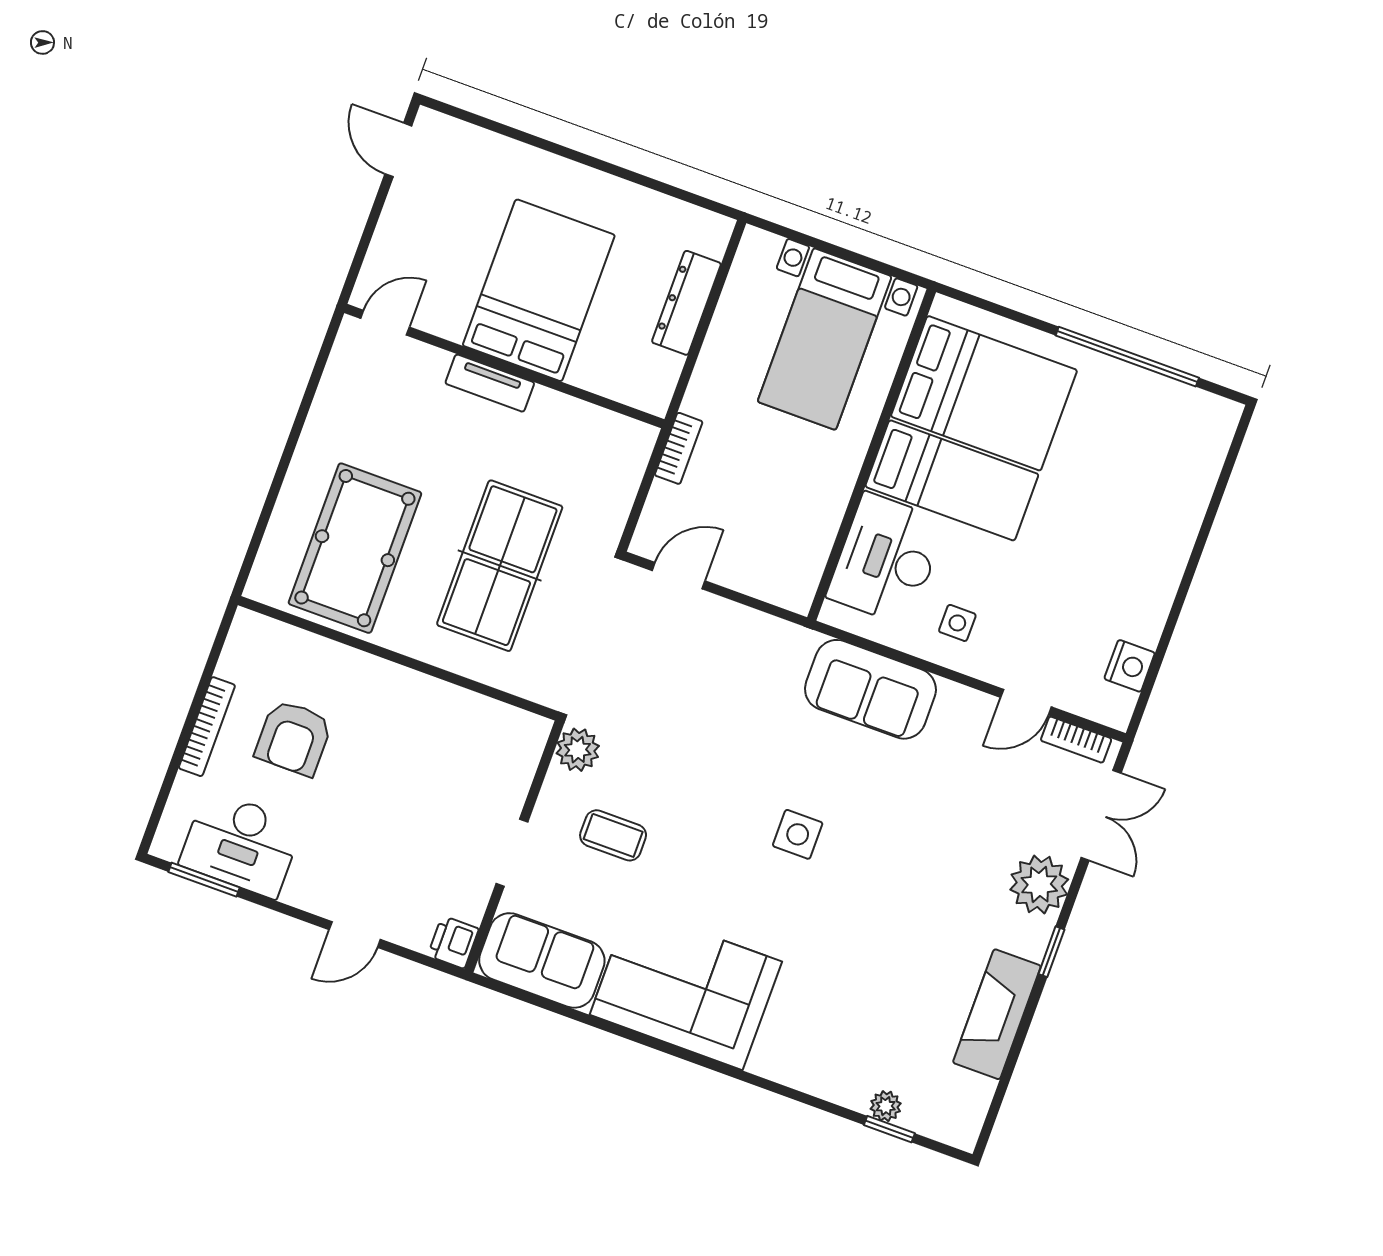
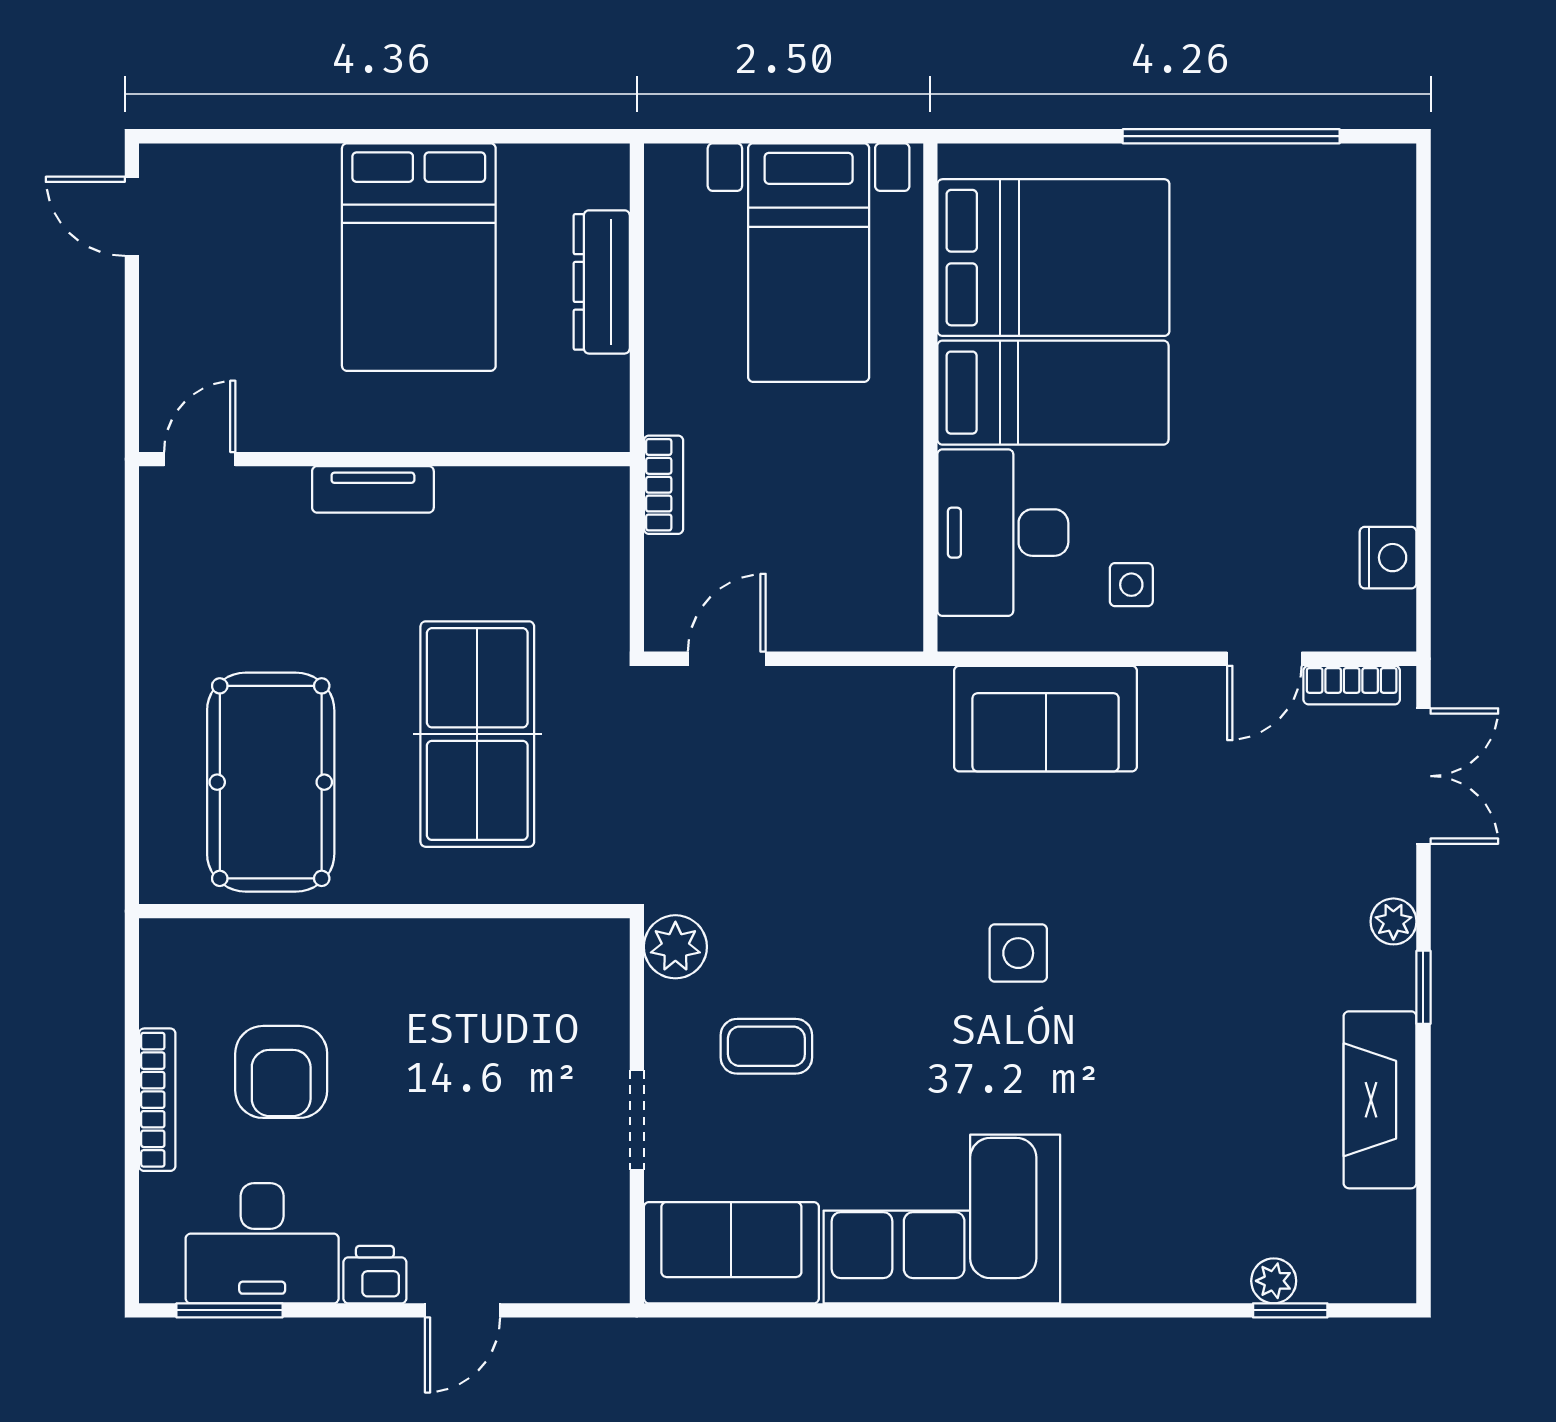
bed: (539, 290) -> (419, 257), moved, turned 180
plant: (1039, 884) -> (1393, 921), width x0.53, depth x0.53
printer: (453, 942) -> (375, 1275), moved, turned 90

